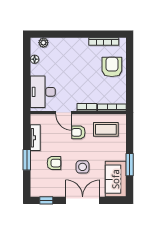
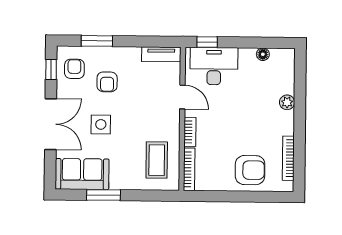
plant: (43, 43) -> (287, 102), moved
window: (27, 96) -> (207, 42), added
door: (64, 113) -> (182, 97), swing flipped
armchair: (78, 132) -> (74, 69), moved
tv unit: (35, 138) -> (161, 54), moved
window: (27, 160) -> (97, 41), moved

